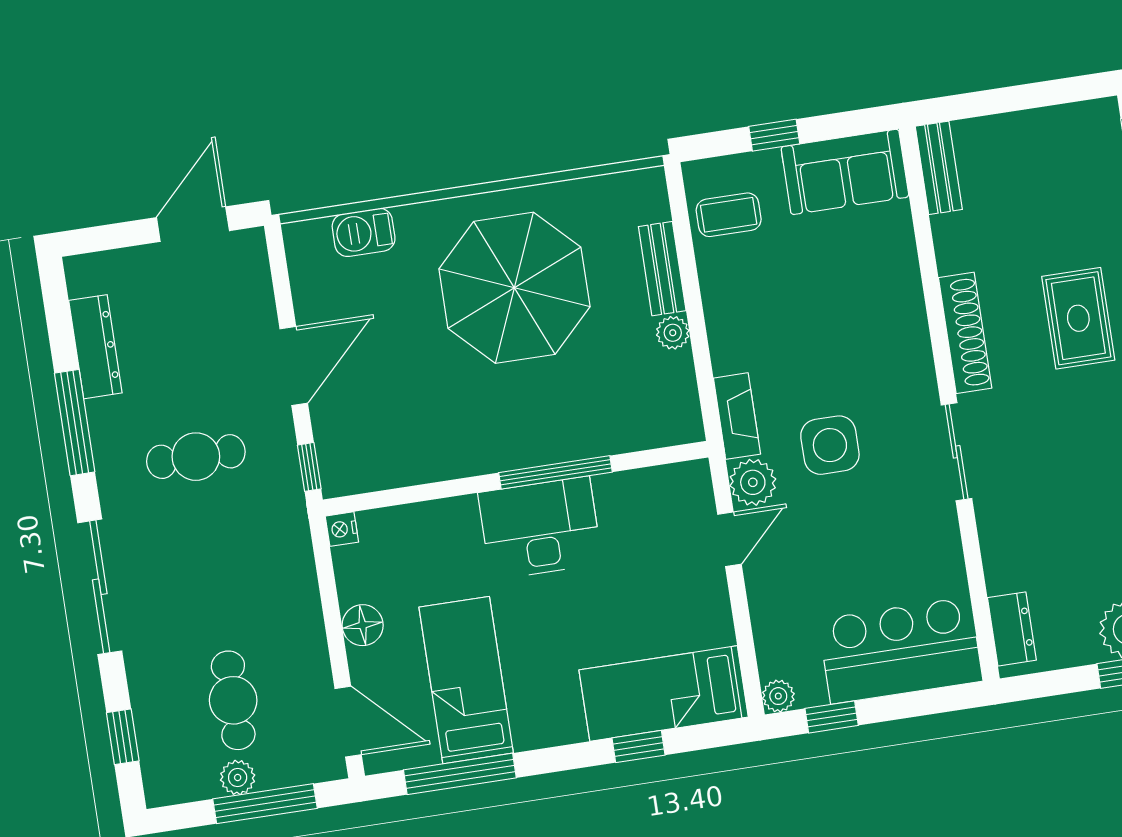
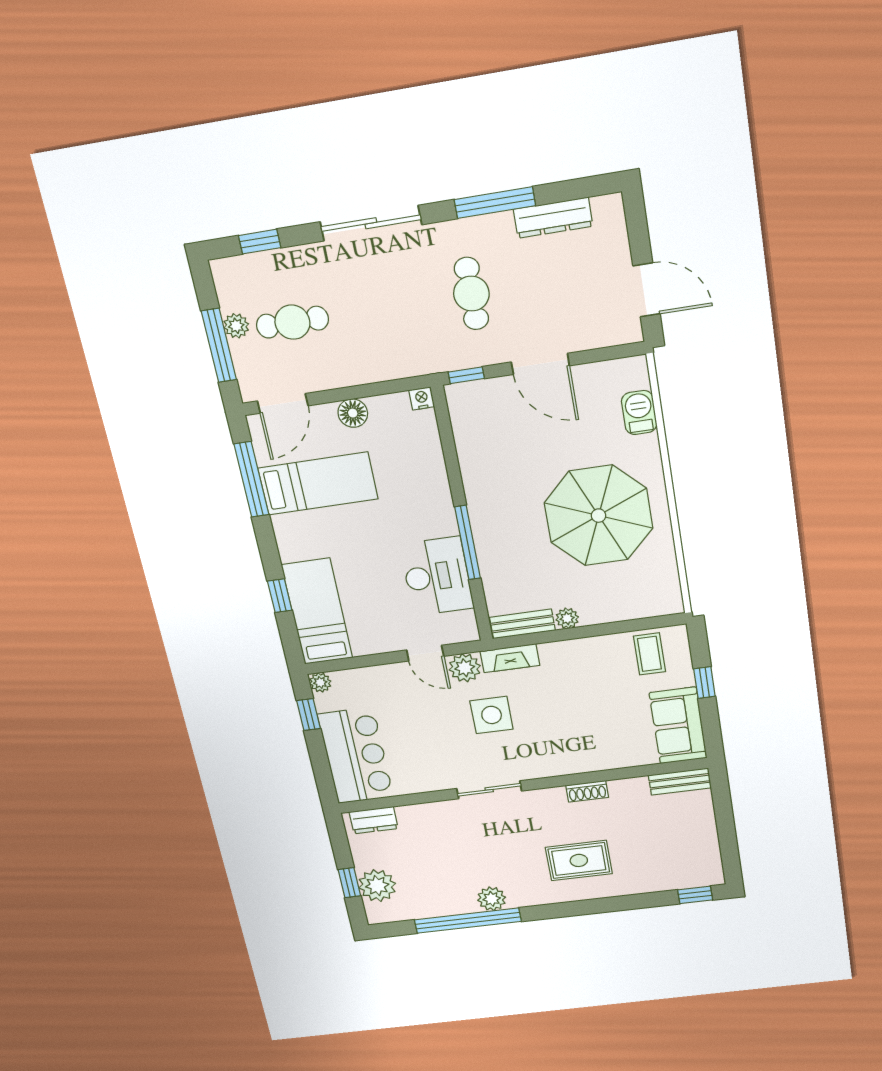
bench: (662, 269) -> (522, 624), moved
shoe rack: (965, 333) -> (587, 791), width x0.51, depth x0.81
desk: (540, 528) -> (437, 576), moved

